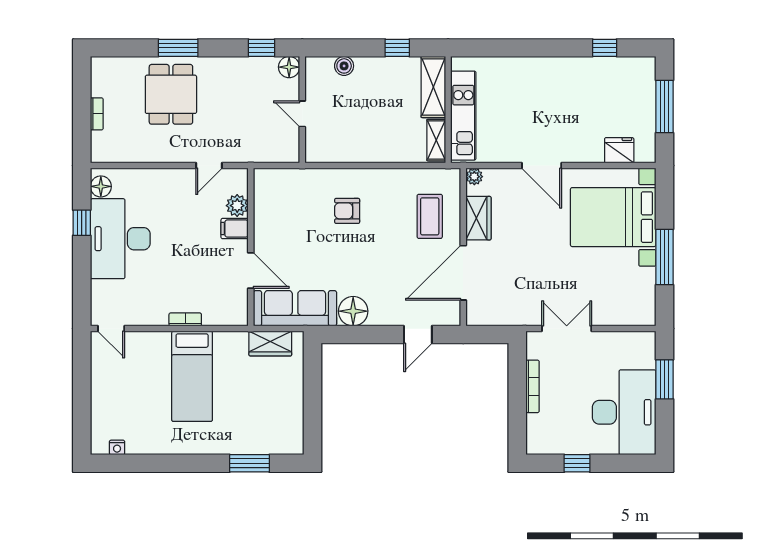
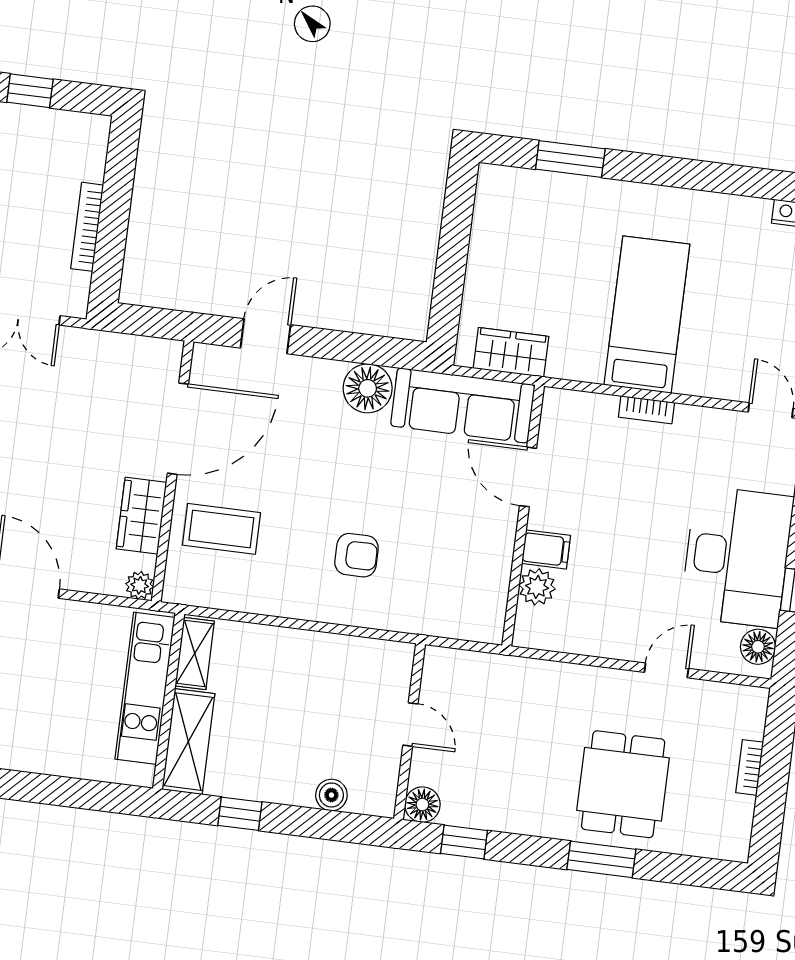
door: (209, 165) -> (666, 670), moved
coffee table: (430, 216) -> (221, 529), turned 90

